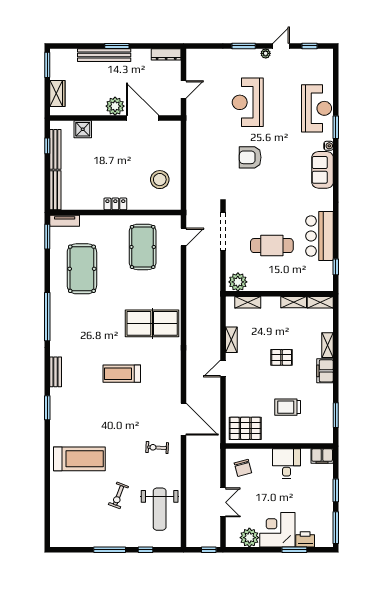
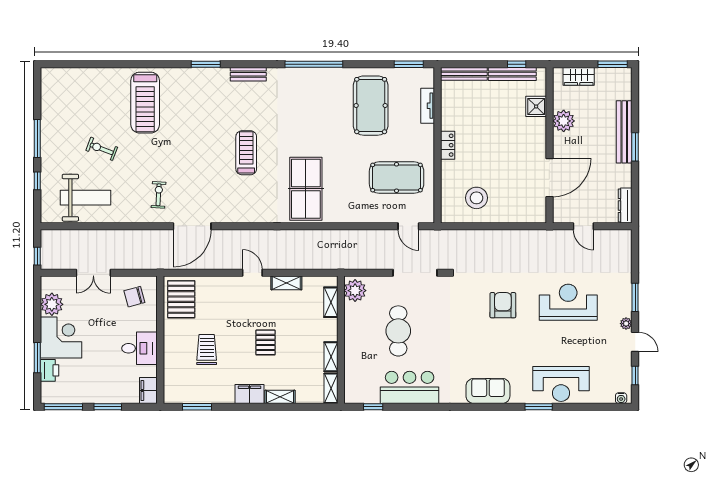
plant: (115, 106) -> (564, 121), moved
water cooler: (329, 146) -> (621, 398), moved
tv unit: (65, 221) -> (428, 106), moved
pool table: (82, 269) -> (371, 106), turned 90
weight bench: (160, 509) -> (85, 198), turned 180

